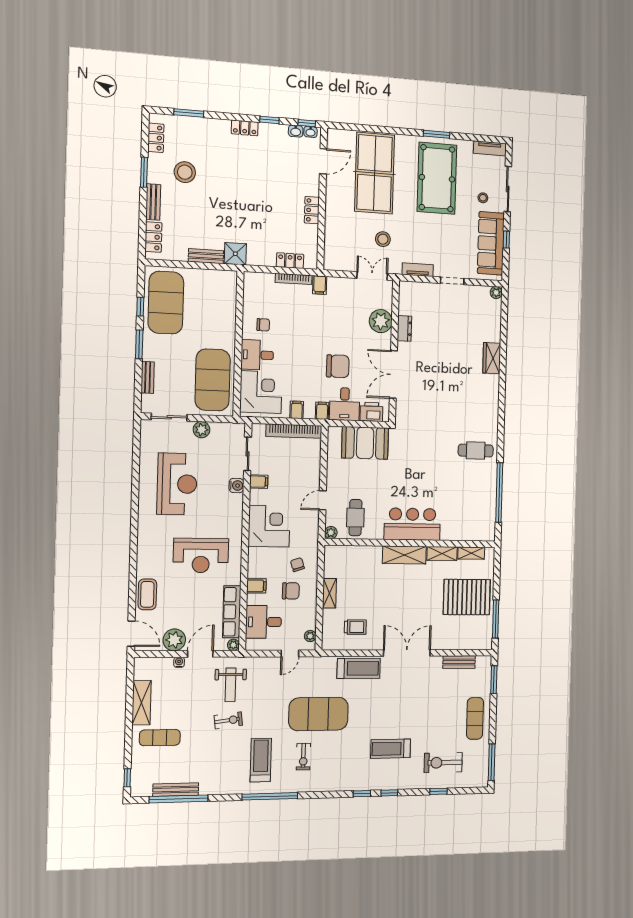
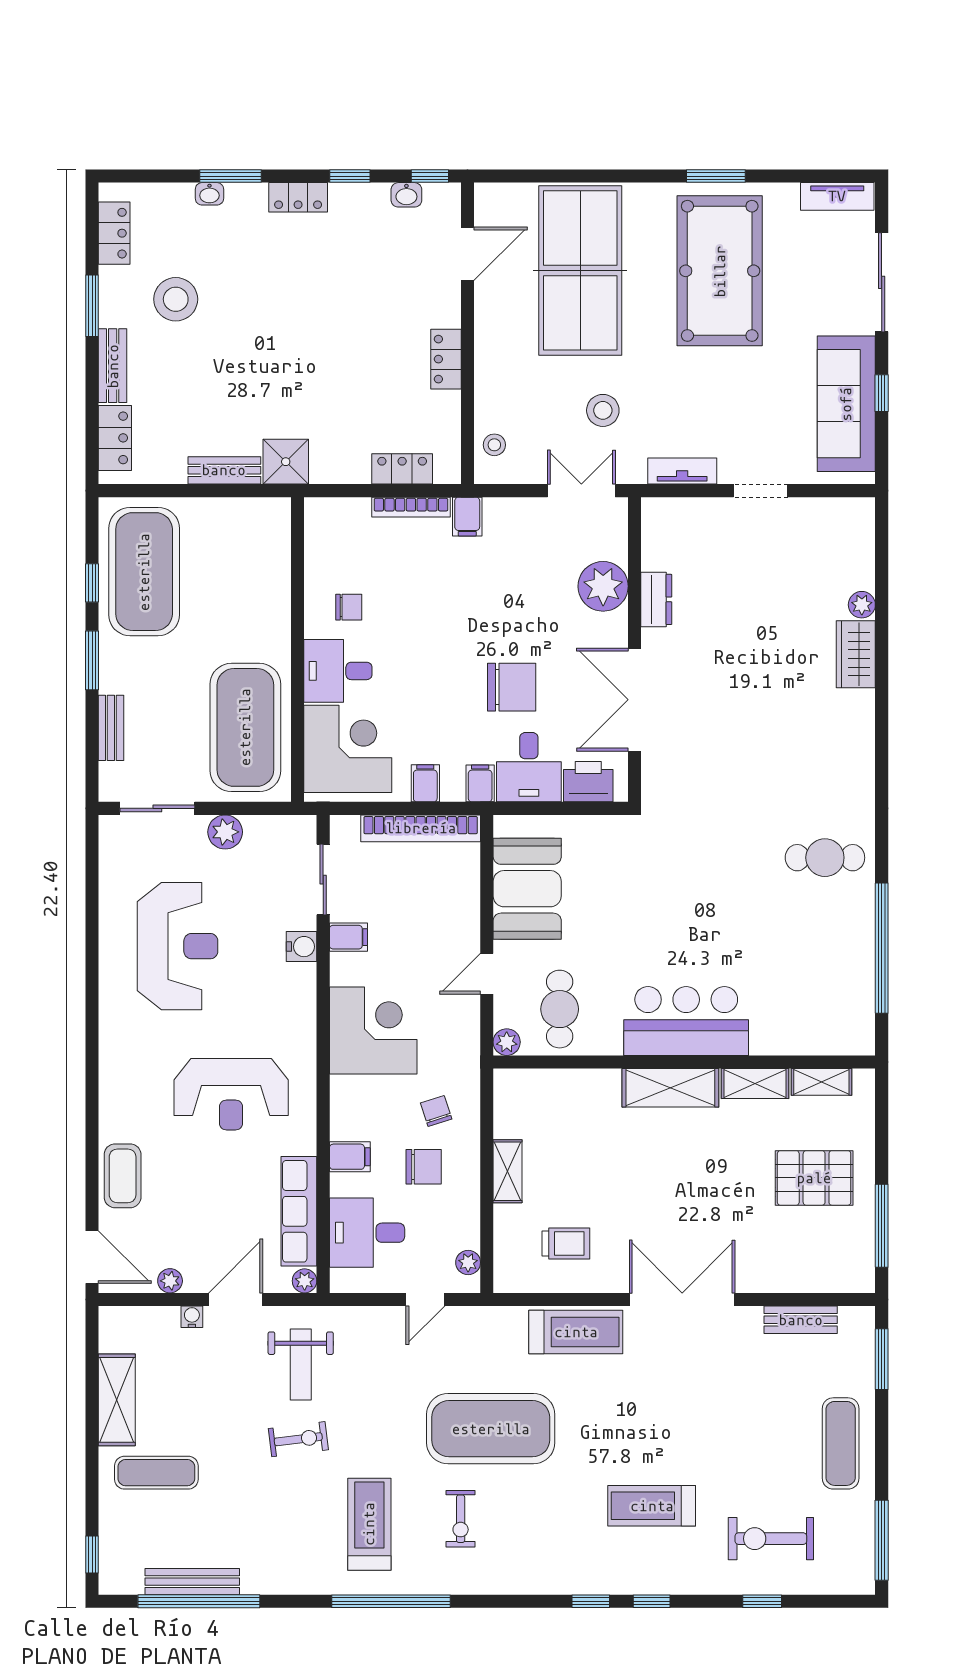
window: (189, 113) -> (231, 176), moved
washbasin: (310, 132) -> (209, 194), moved
stool: (483, 198) -> (494, 445), moved
plant: (496, 293) -> (862, 605), moved
booth: (365, 443) -> (527, 889), moved, turned 90
pallet: (467, 597) -> (814, 1178), width x0.73, depth x0.71
plant: (174, 640) -> (170, 1281), width x0.53, depth x0.53

